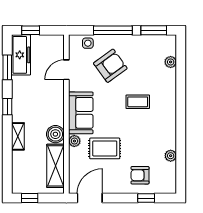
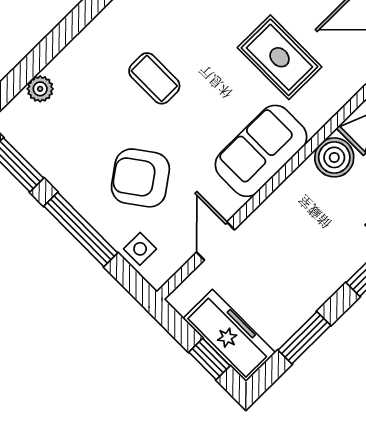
freezer: (21, 55) -> (229, 336), moved, turned 90
door: (66, 70) -> (216, 241), swing flipped
plant: (74, 141) -> (315, 117), removed

